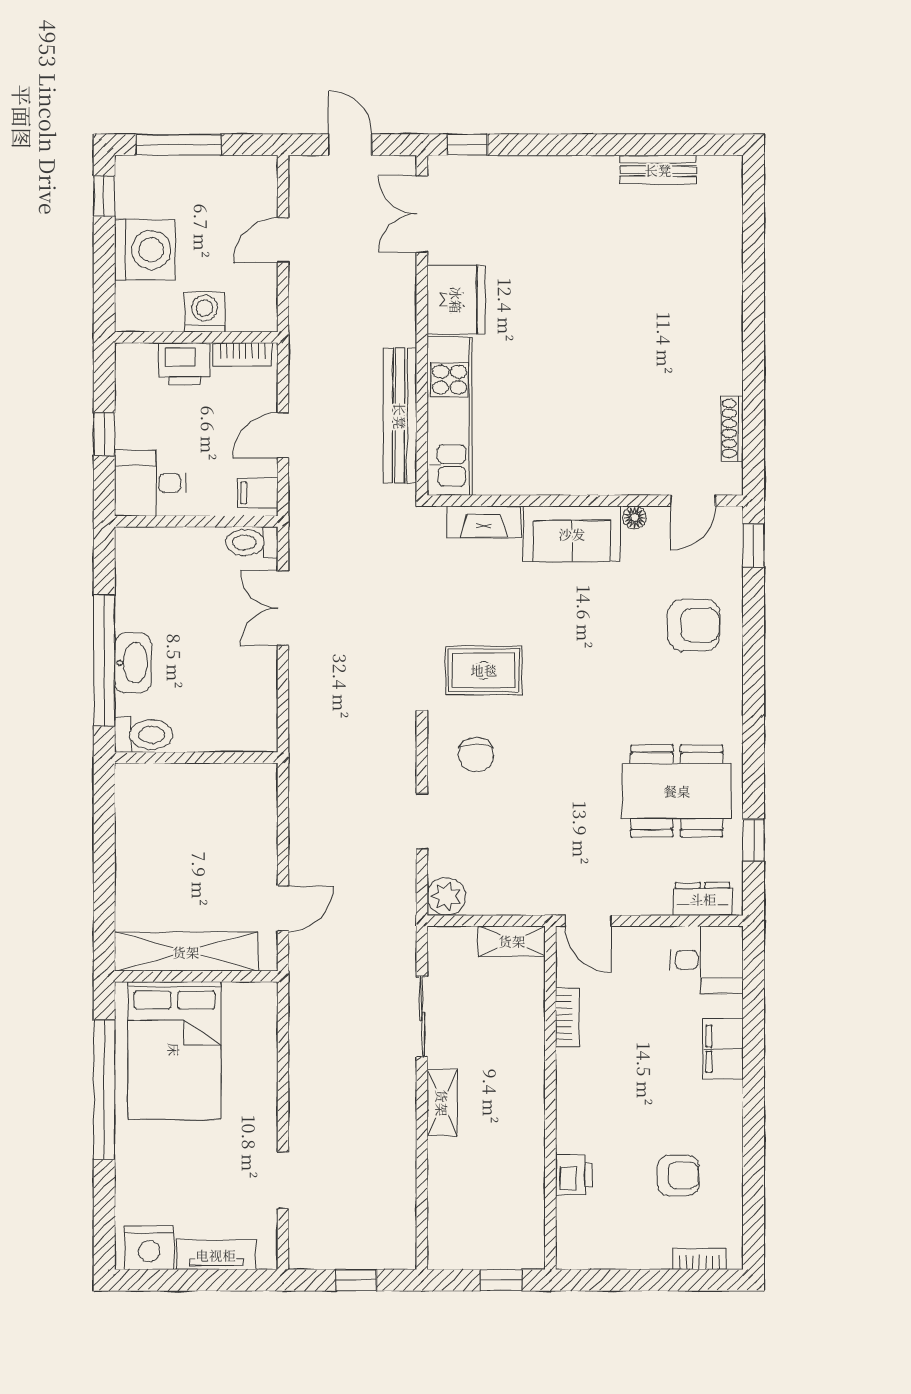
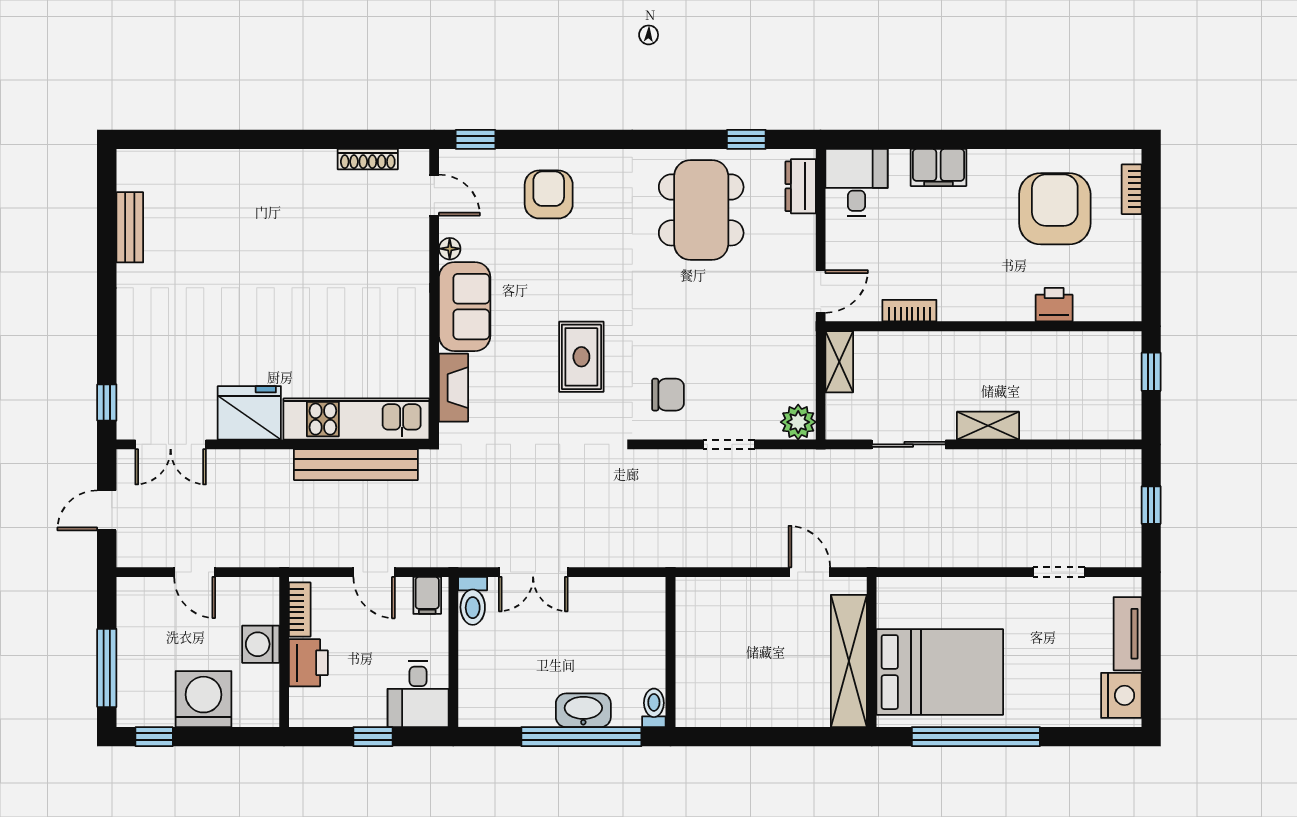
rug: (484, 670) -> (581, 357), moved
toilet: (144, 735) -> (654, 708), width x0.73, depth x0.72
armchair: (678, 1175) -> (1055, 209), width x1.88, depth x1.88

